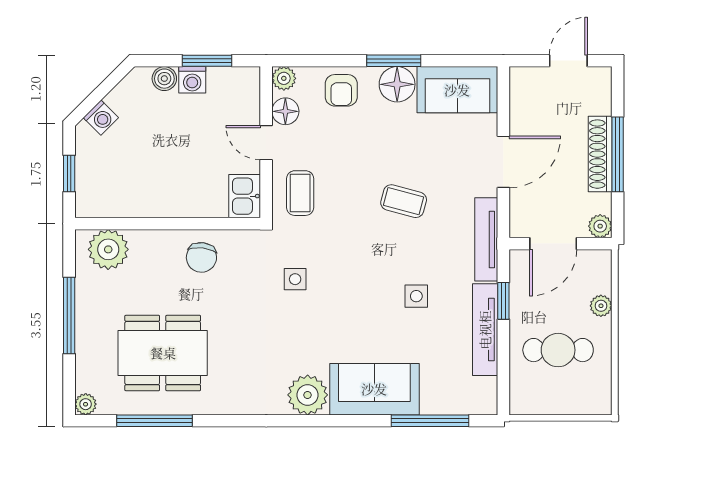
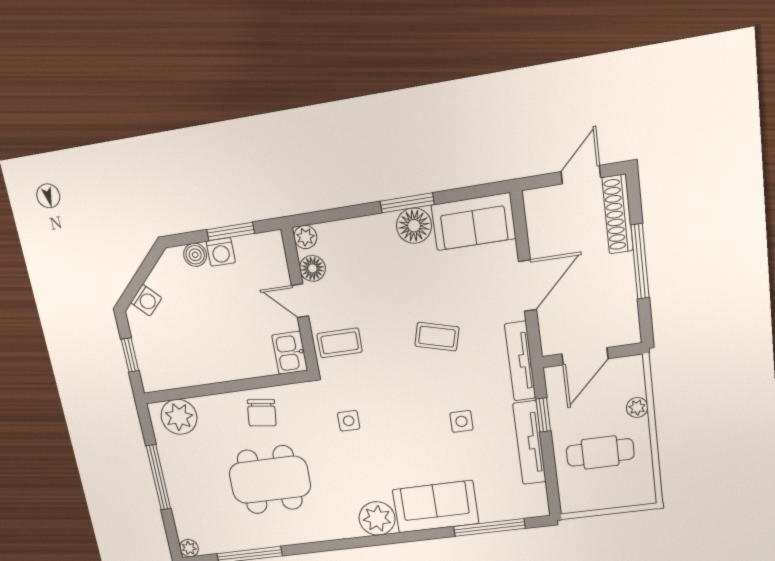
armchair: (341, 90) -> (361, 240), removed
shoe rack: (600, 154) -> (618, 214), moved
coffee table: (300, 193) -> (340, 343), turned 90
plant: (600, 226) -> (629, 333), removed
dining table: (163, 353) -> (270, 480), moved

